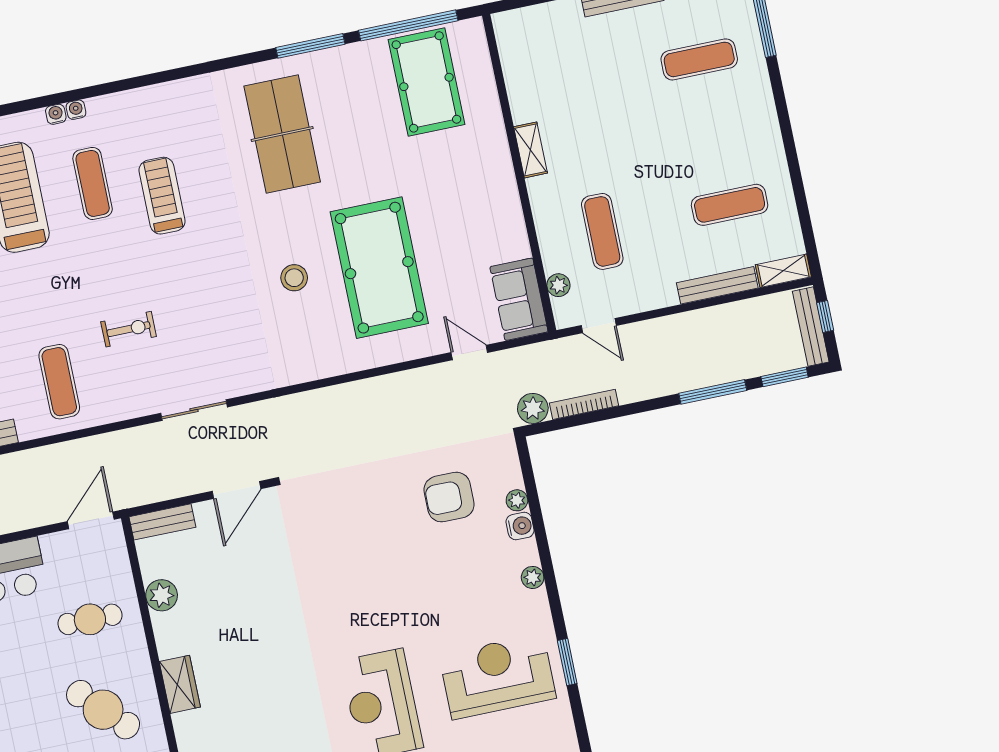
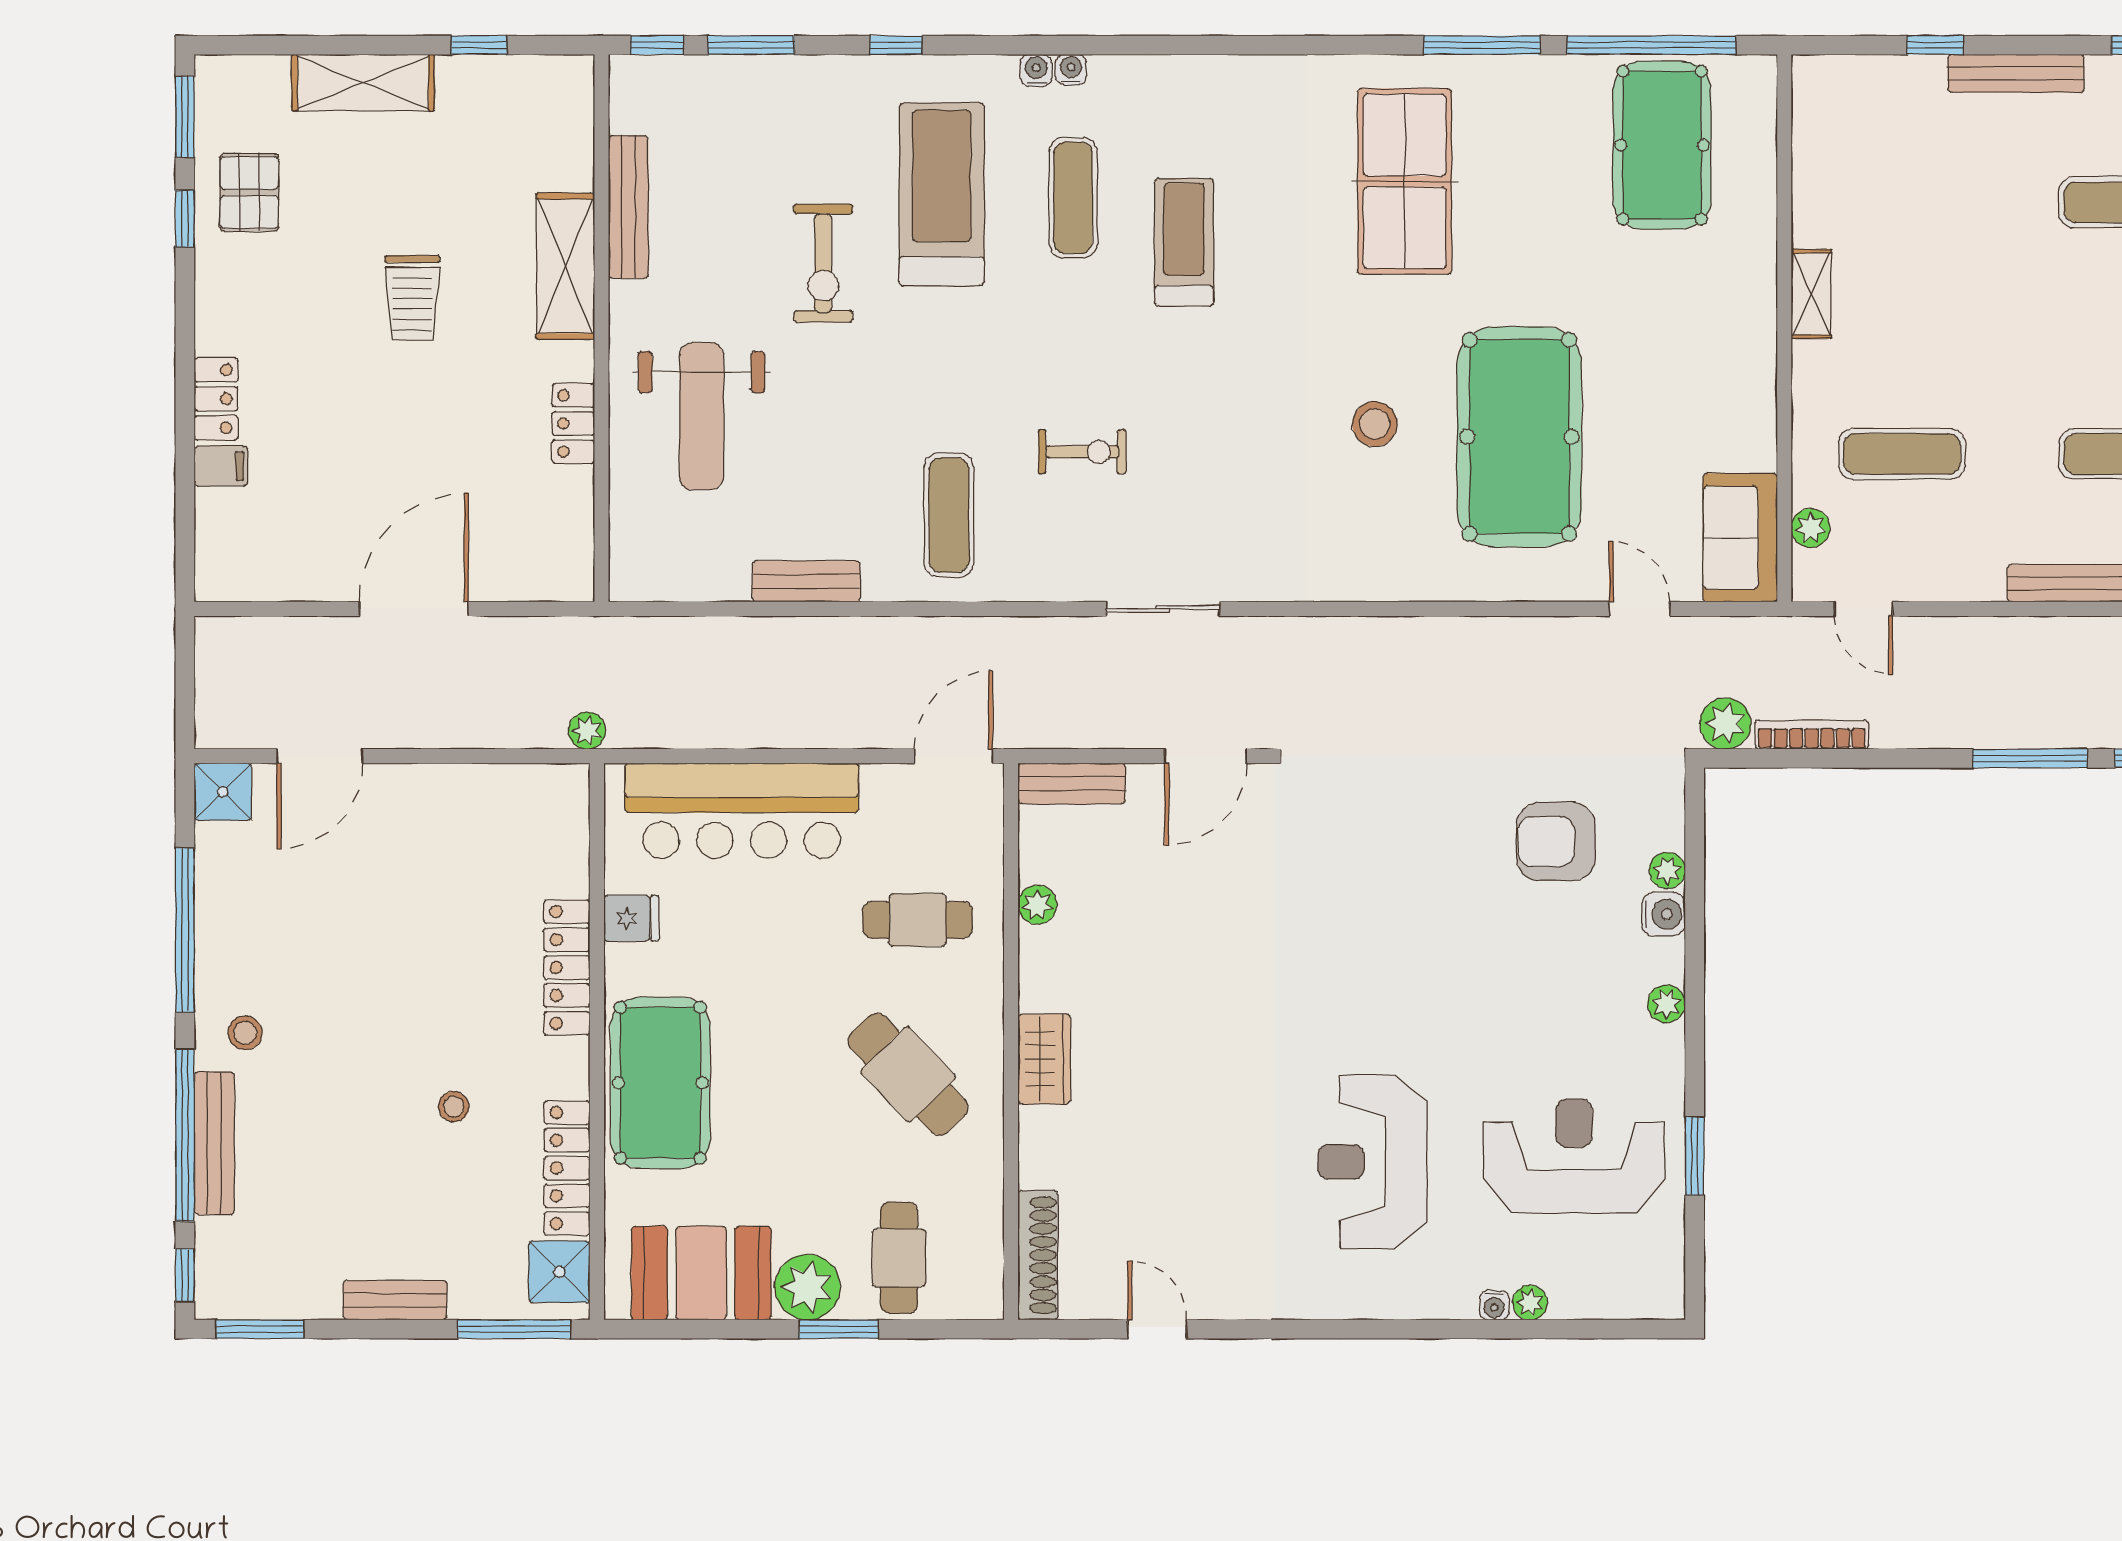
exercise mat: (602, 231) -> (1902, 454), turned 90
plant: (162, 595) -> (1037, 905), width x0.73, depth x0.73

